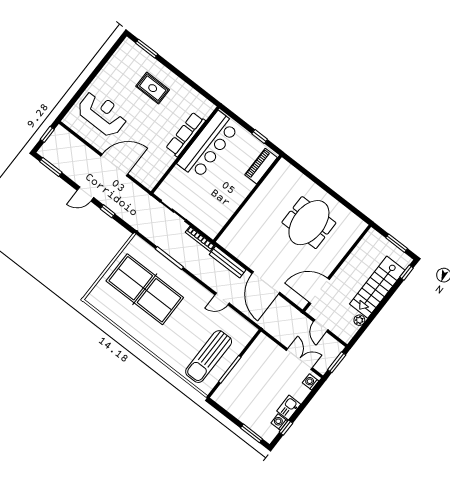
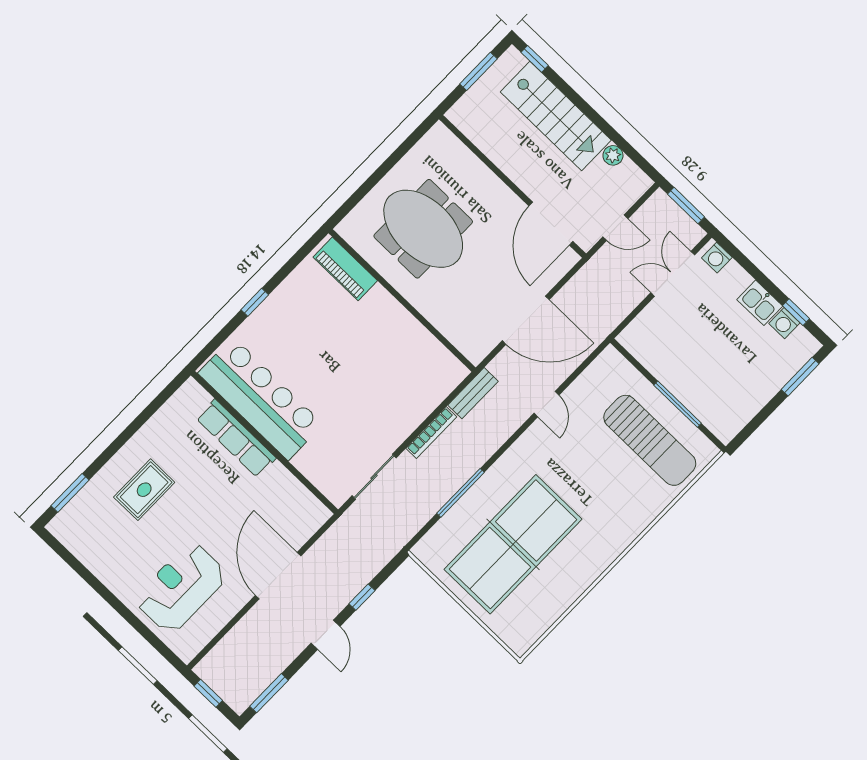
piano: (261, 166) -> (345, 269), moved
wall: (247, 199) -> (402, 300), moved
bench: (228, 262) -> (473, 393), width x0.73

